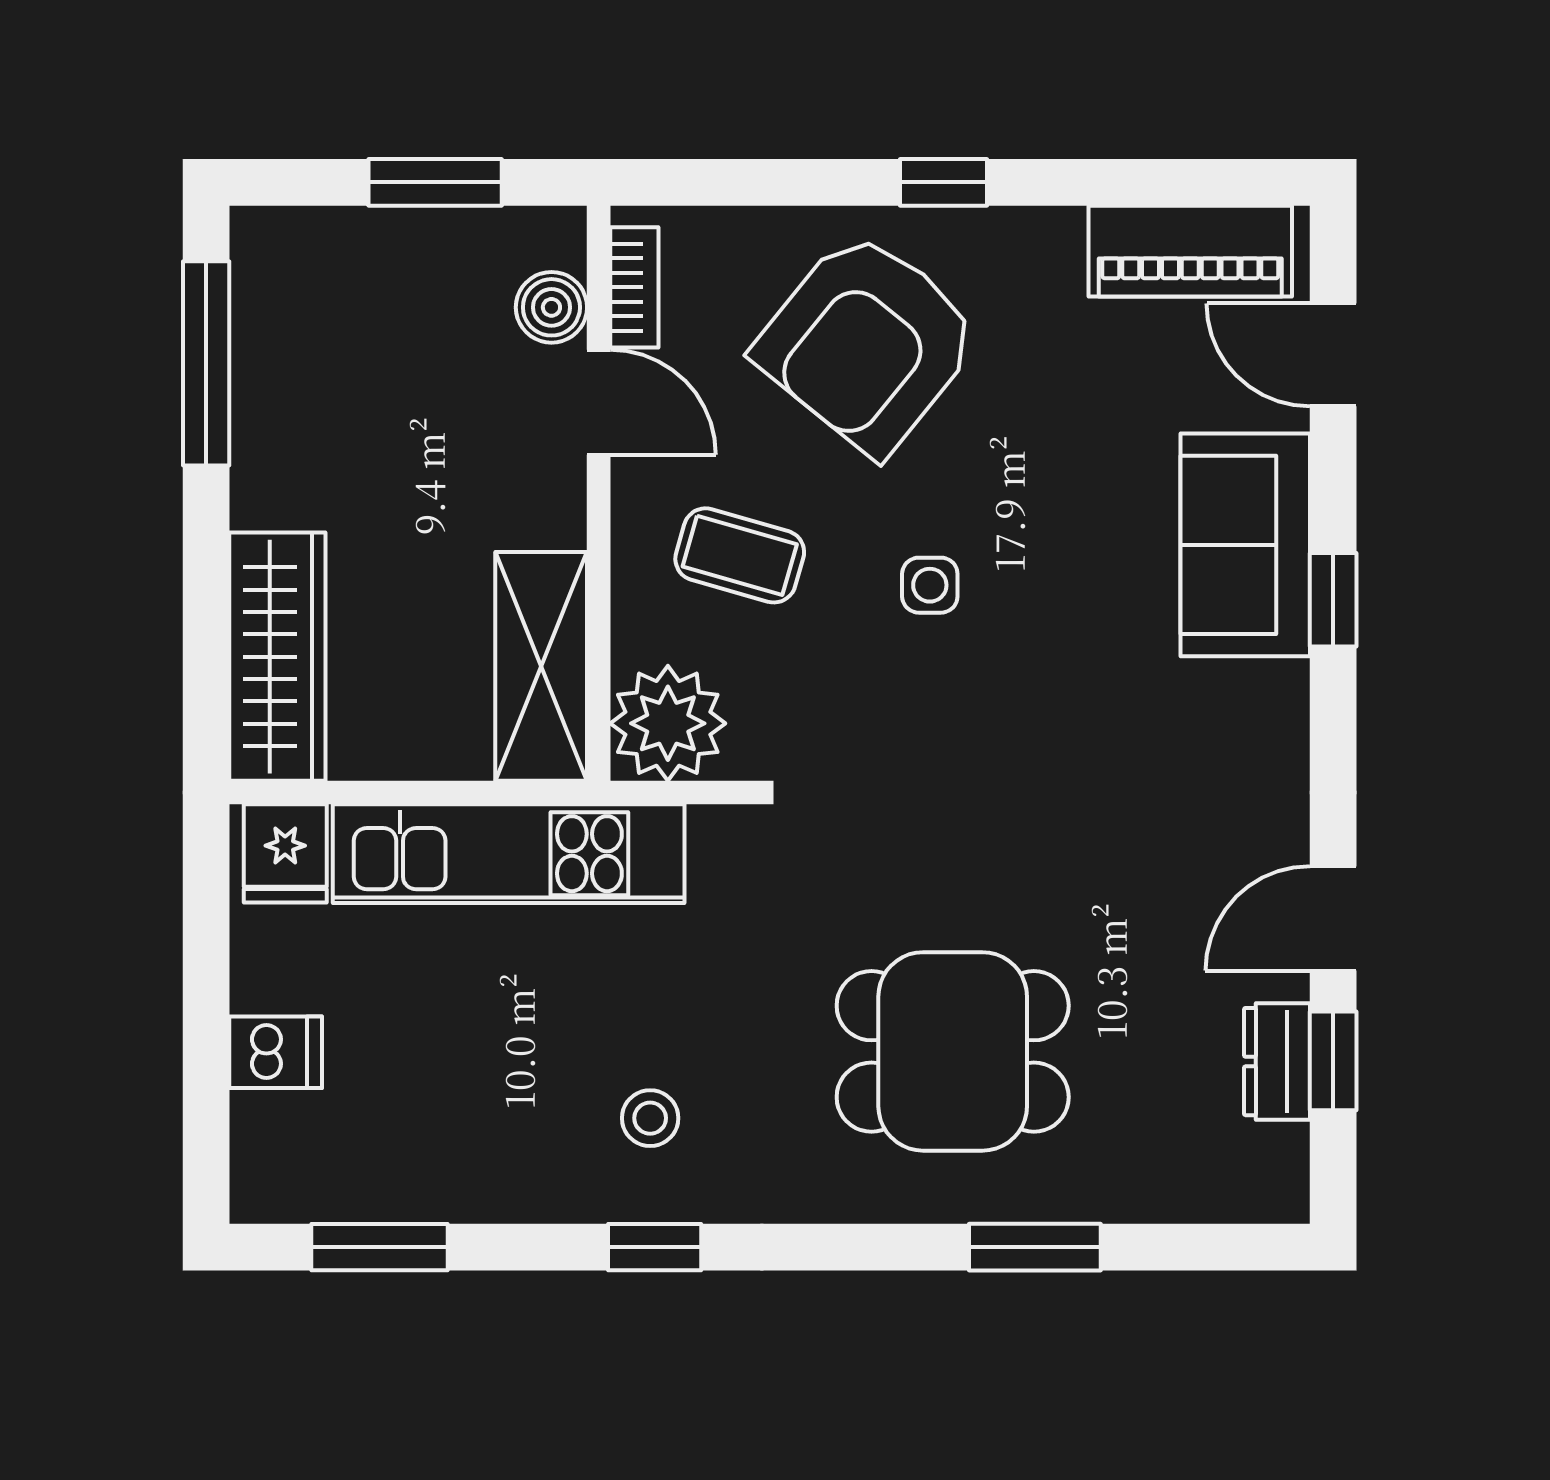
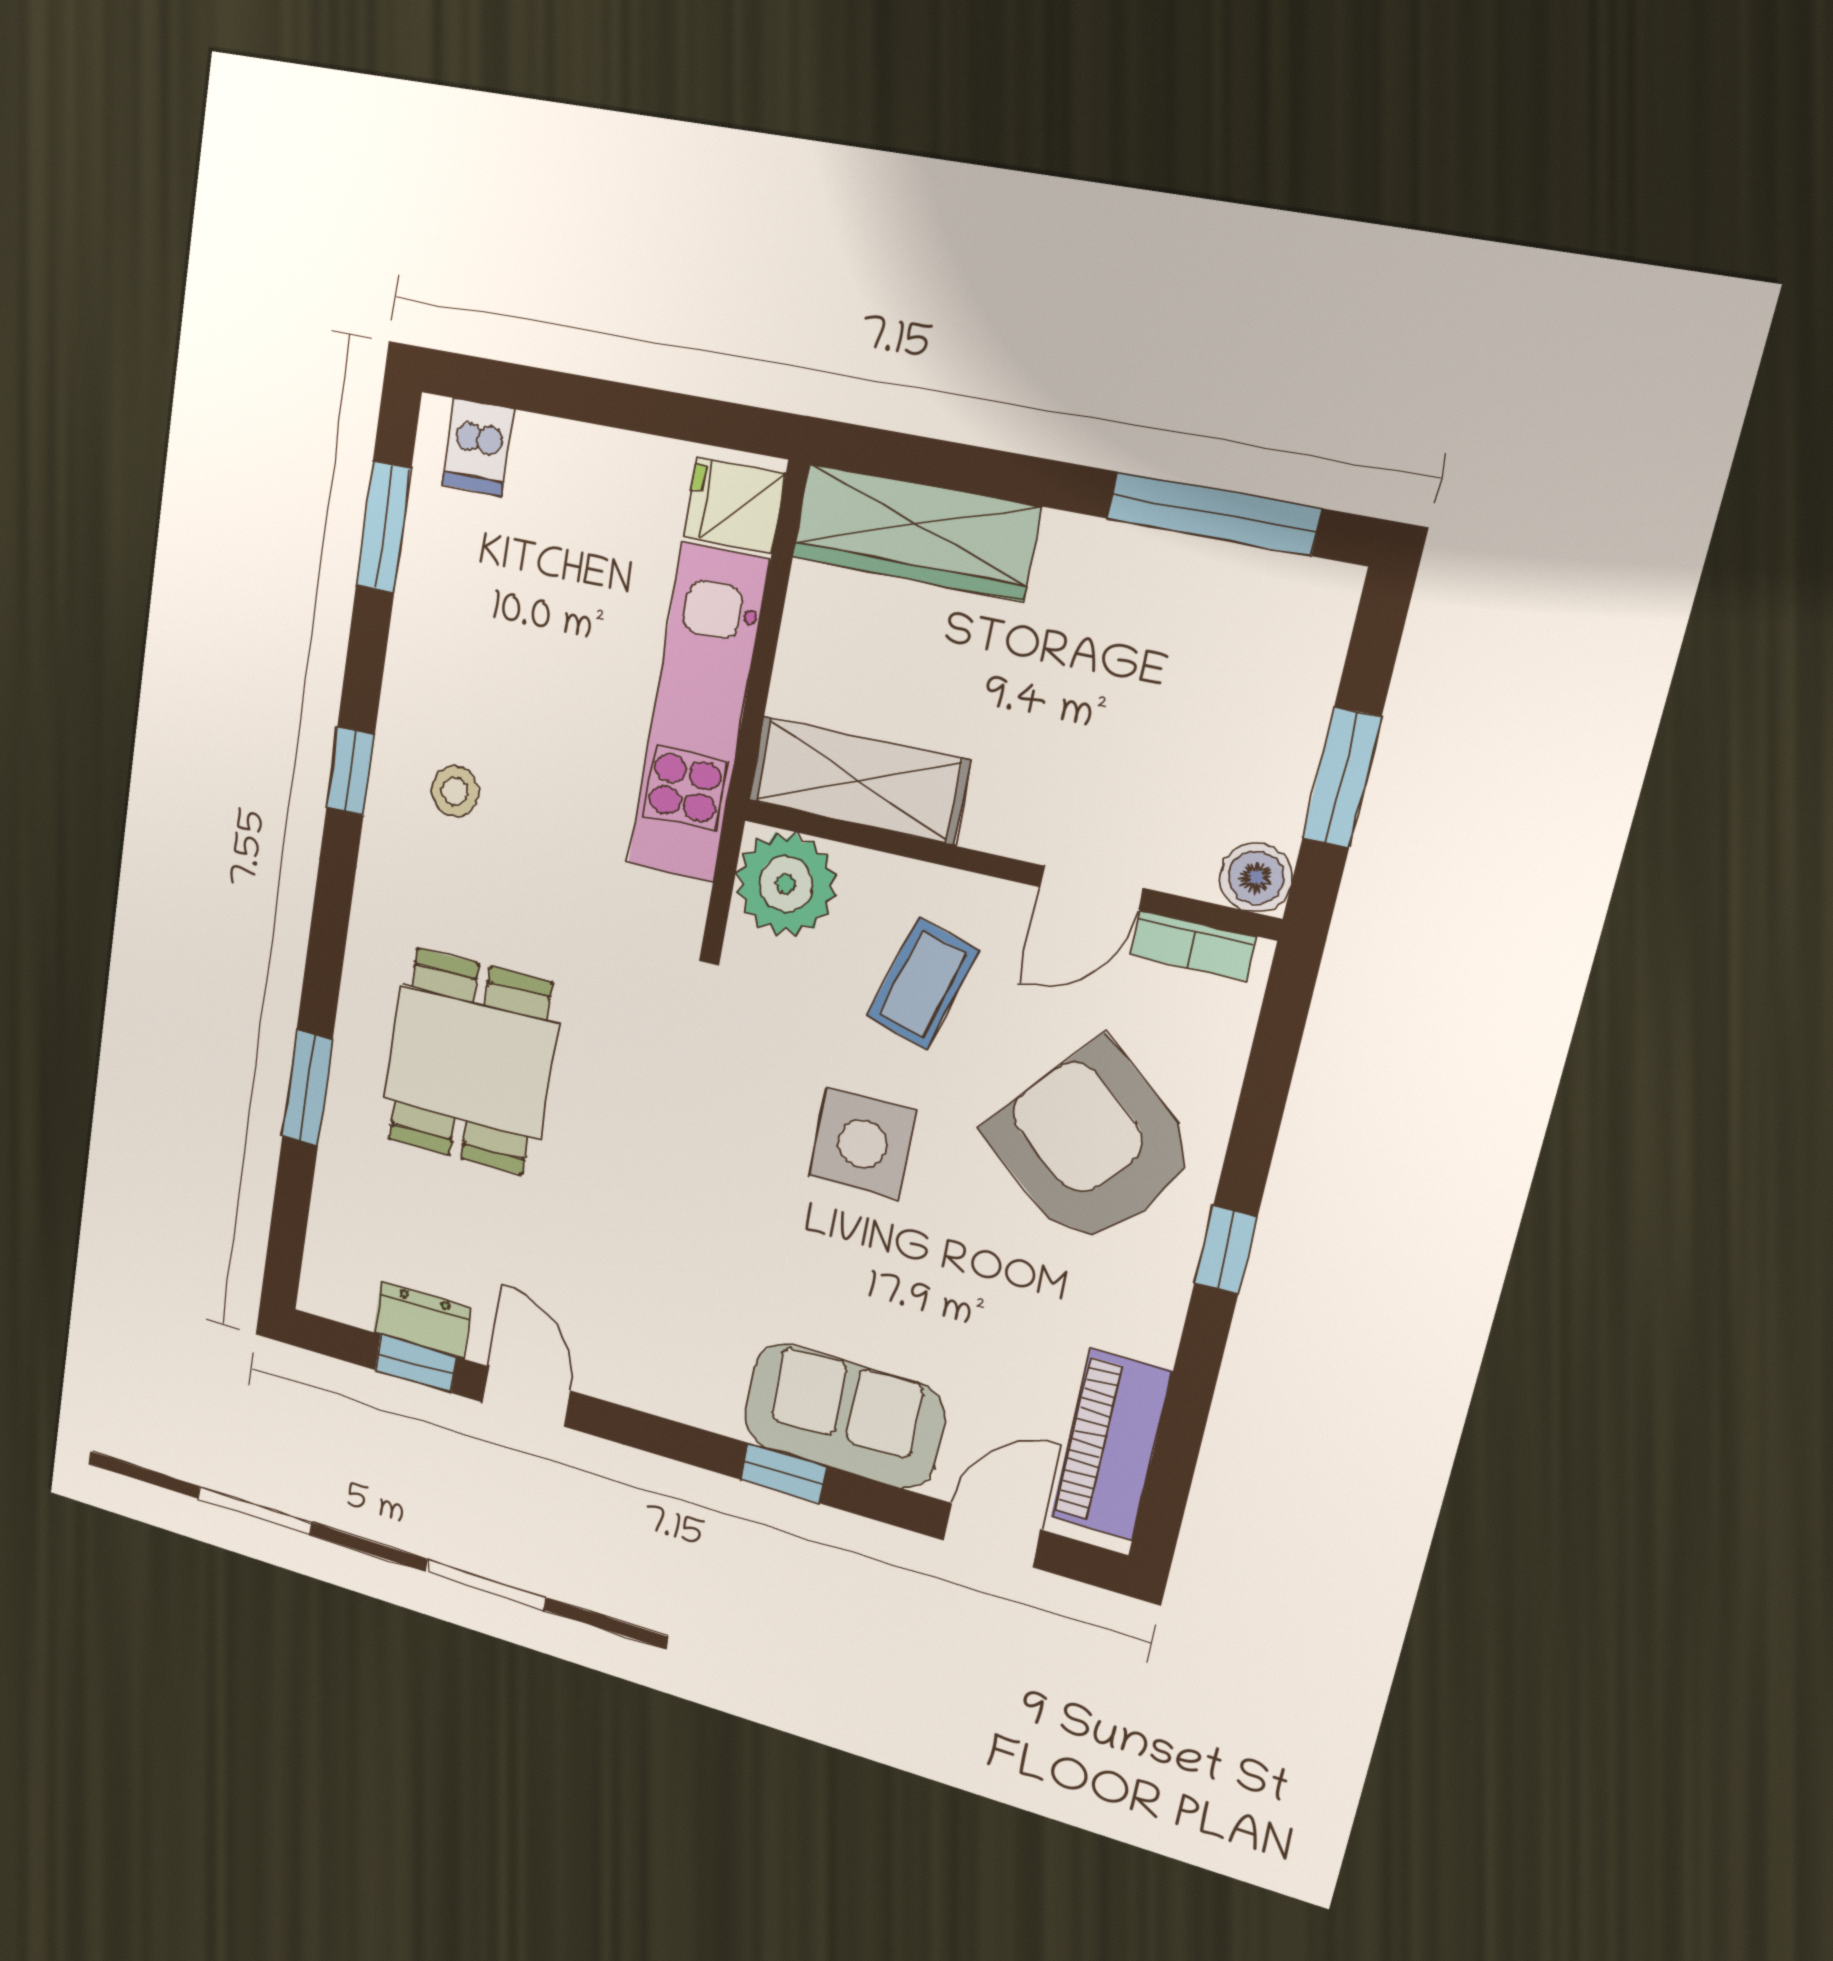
boiler: (551, 307) -> (1256, 878), moved
side table: (930, 585) -> (862, 1144), width x1.87, depth x1.87
dishwasher: (276, 1052) -> (478, 447), moved

